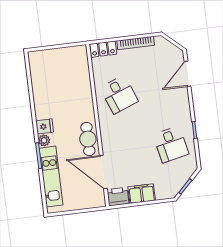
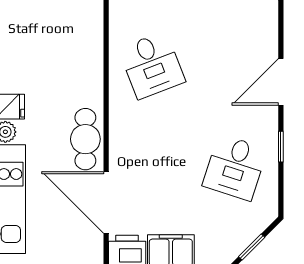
door: (188, 74) -> (281, 82), moved
desk: (171, 144) -> (235, 167), turned 30

